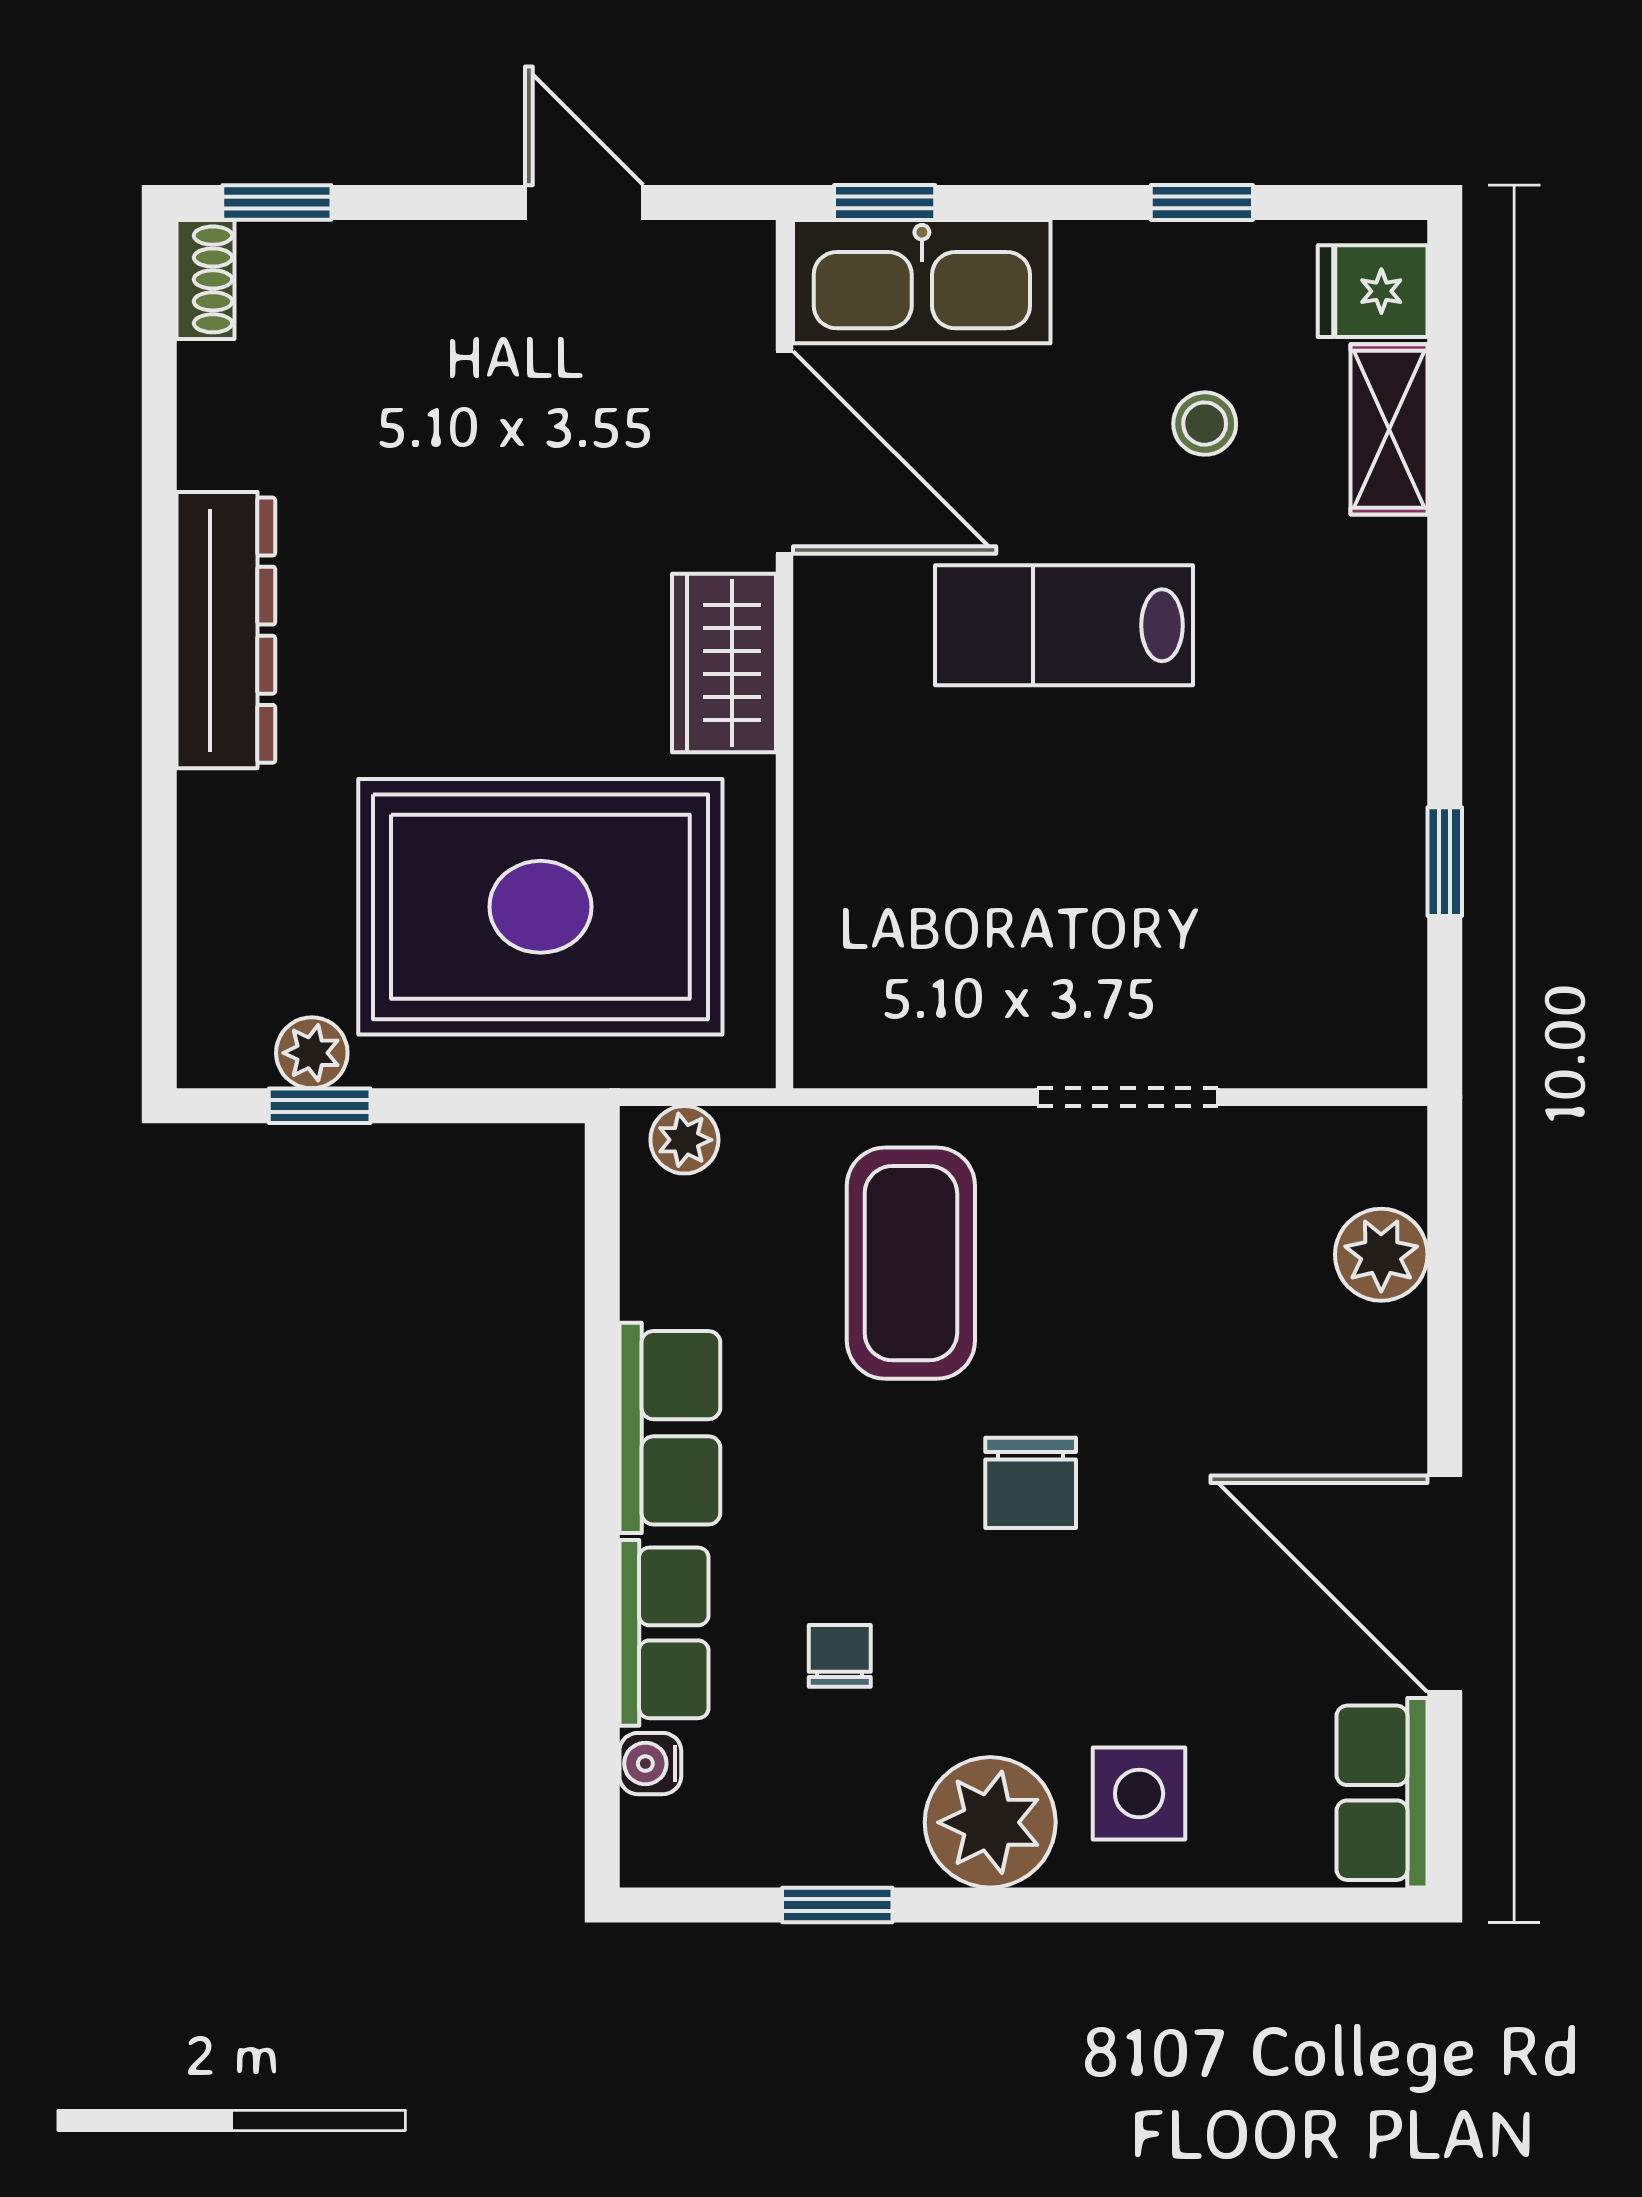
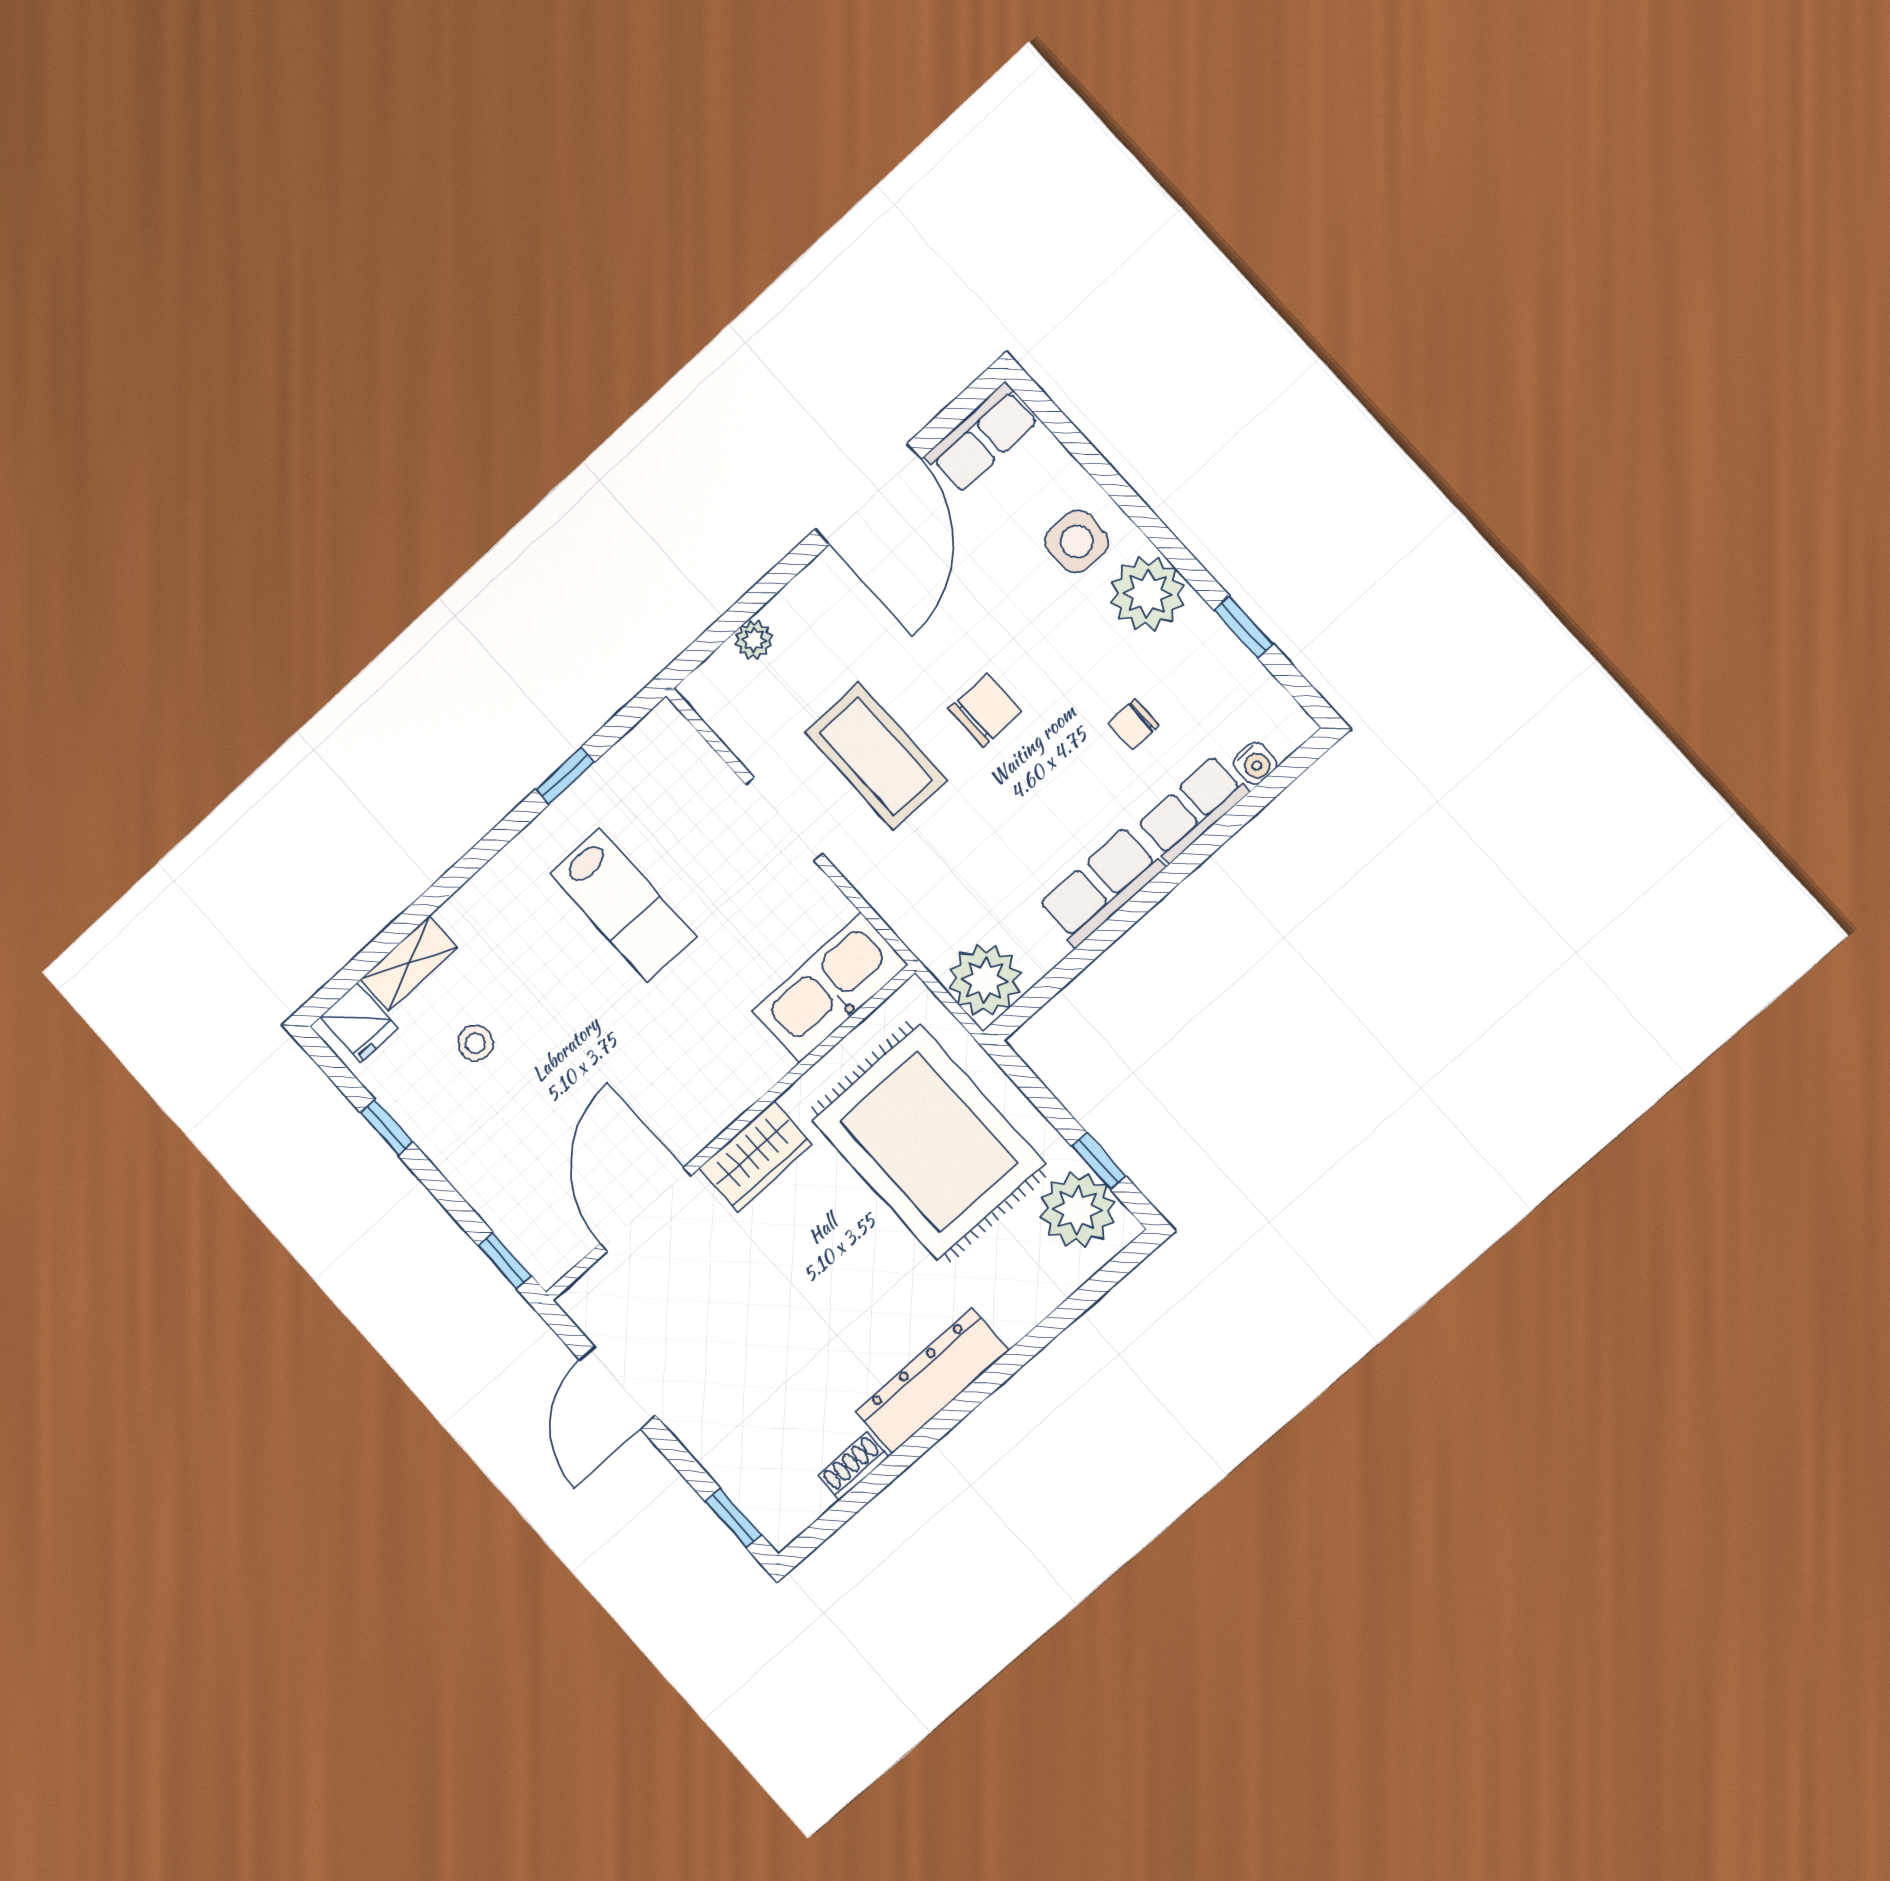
door: (584, 202) -> (617, 1388), width x1.38
shoe rack: (205, 279) -> (853, 1466), moved
kitchen sink: (922, 282) -> (830, 988), moved, turned -90
lab bench: (1064, 625) -> (623, 905), moved
plant: (312, 1053) -> (1078, 1210), width x1.88, depth x1.88
plant: (684, 1140) -> (985, 980), width x1.88, depth x1.88
plant: (1381, 1255) -> (754, 640), width x0.73, depth x0.73
coffee table: (911, 1263) -> (876, 756), moved, turned 90

